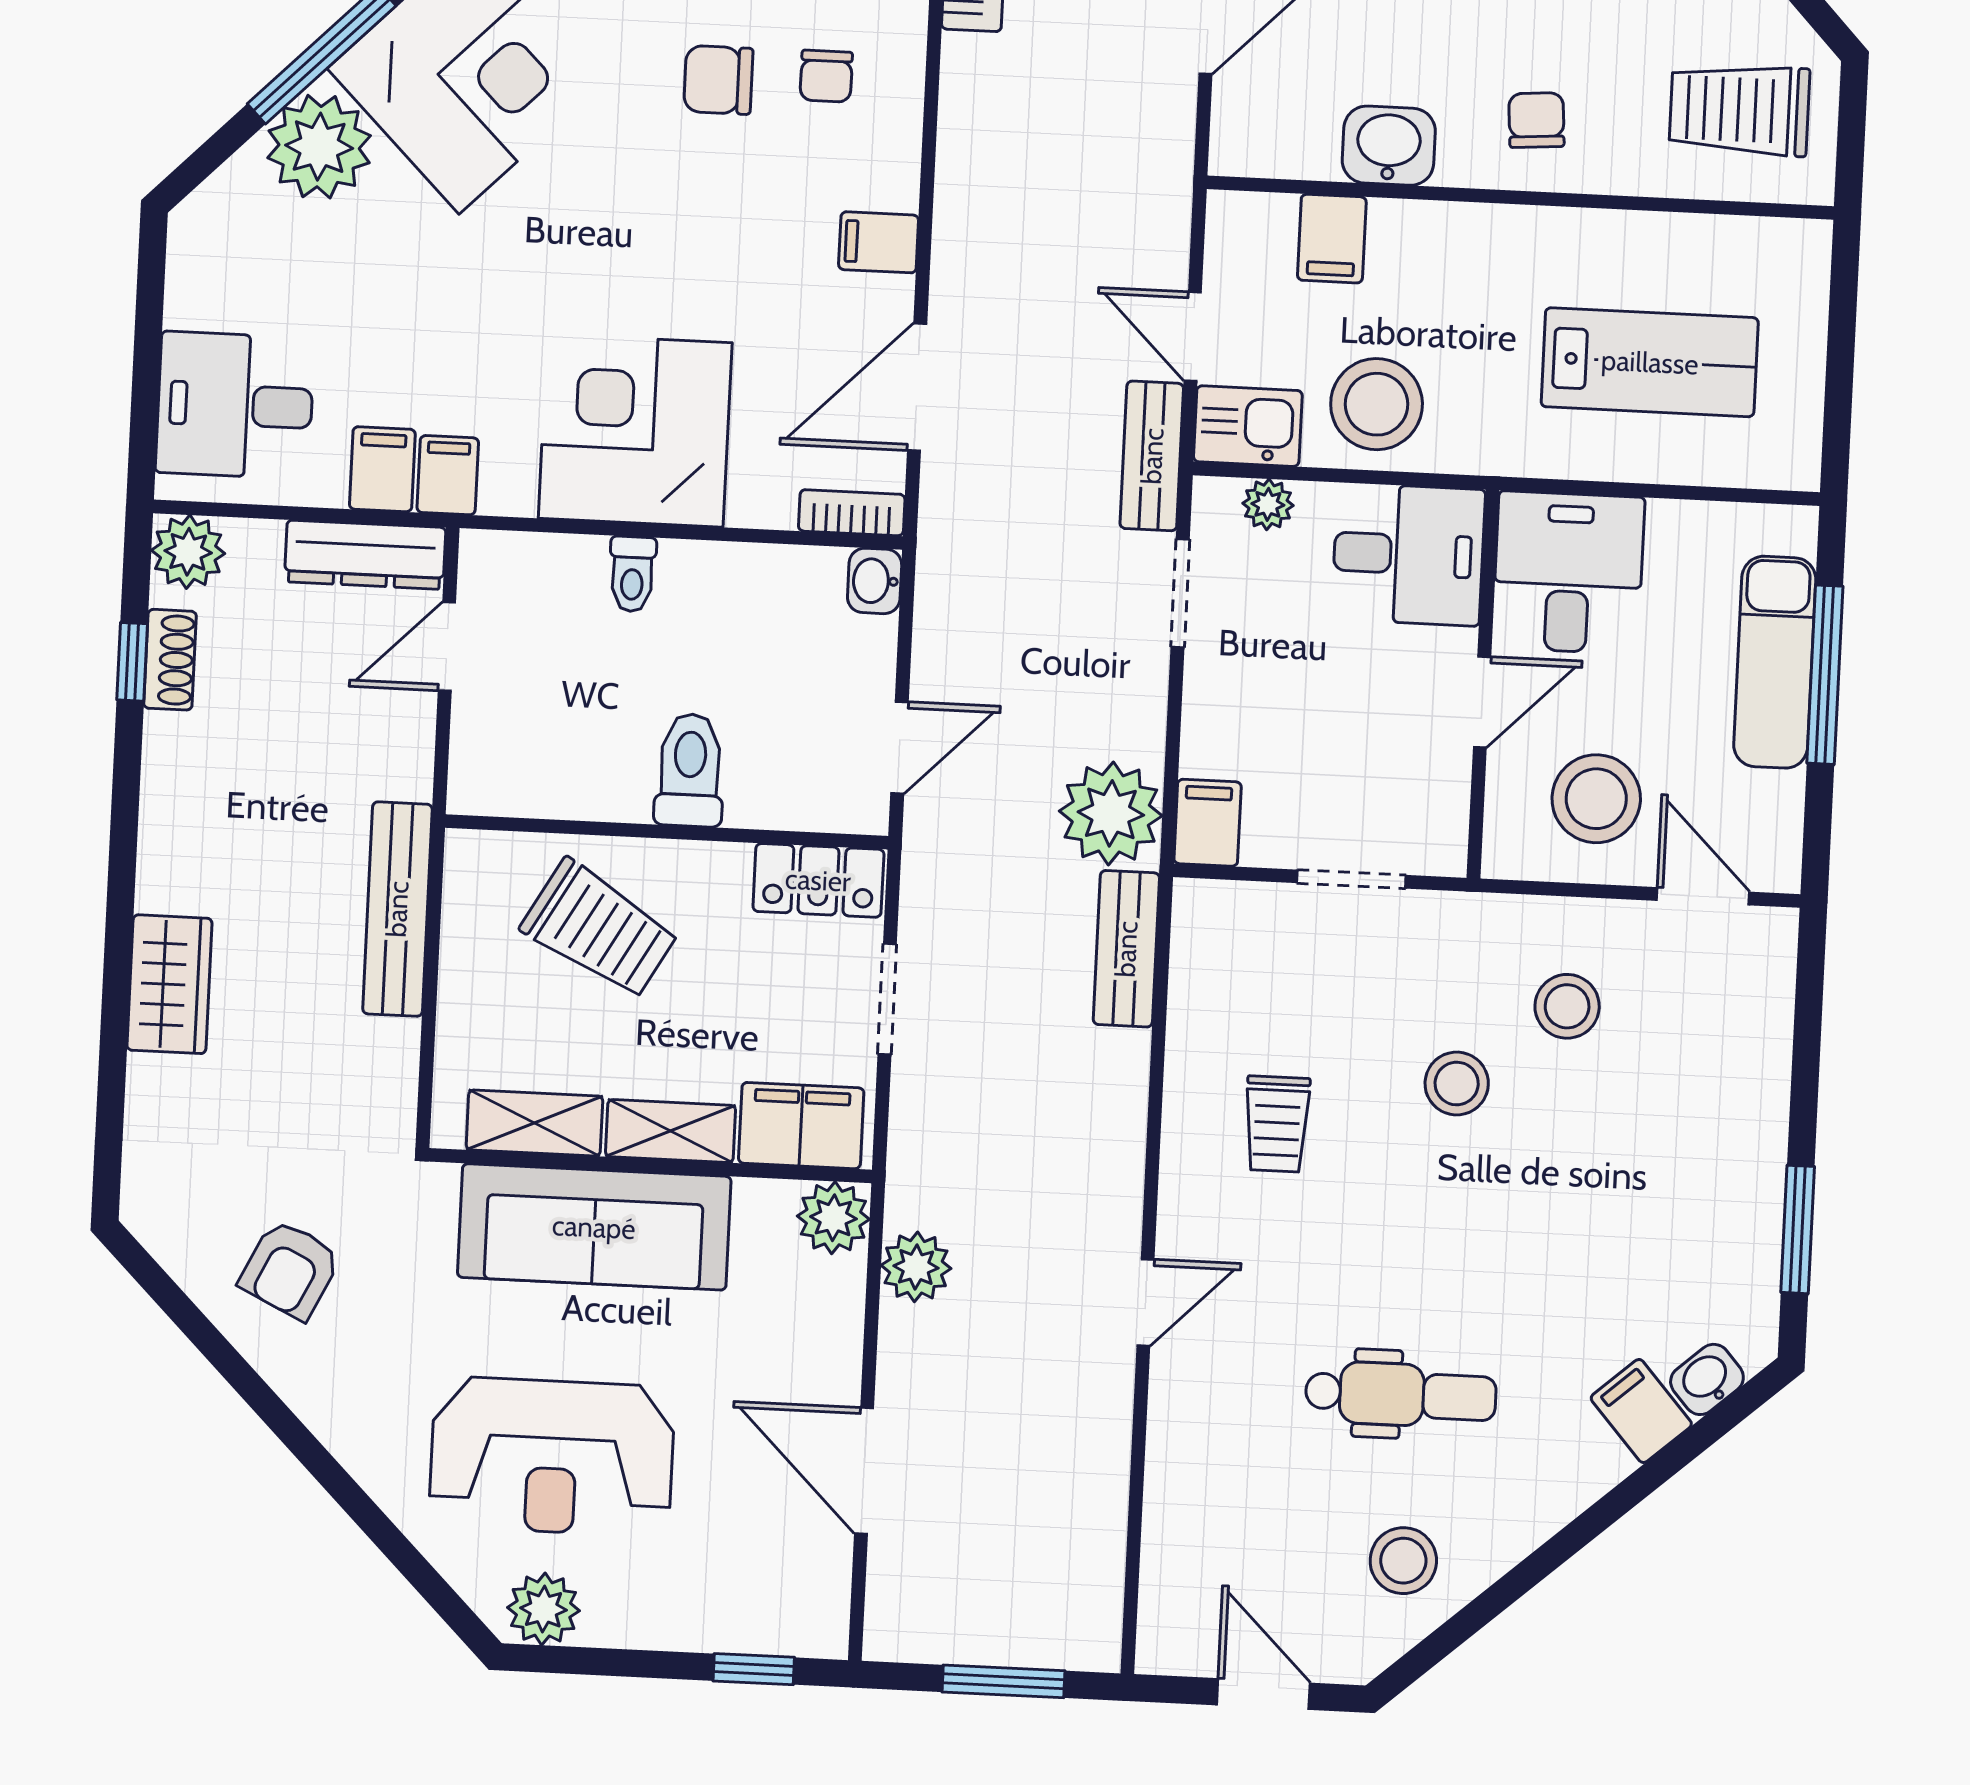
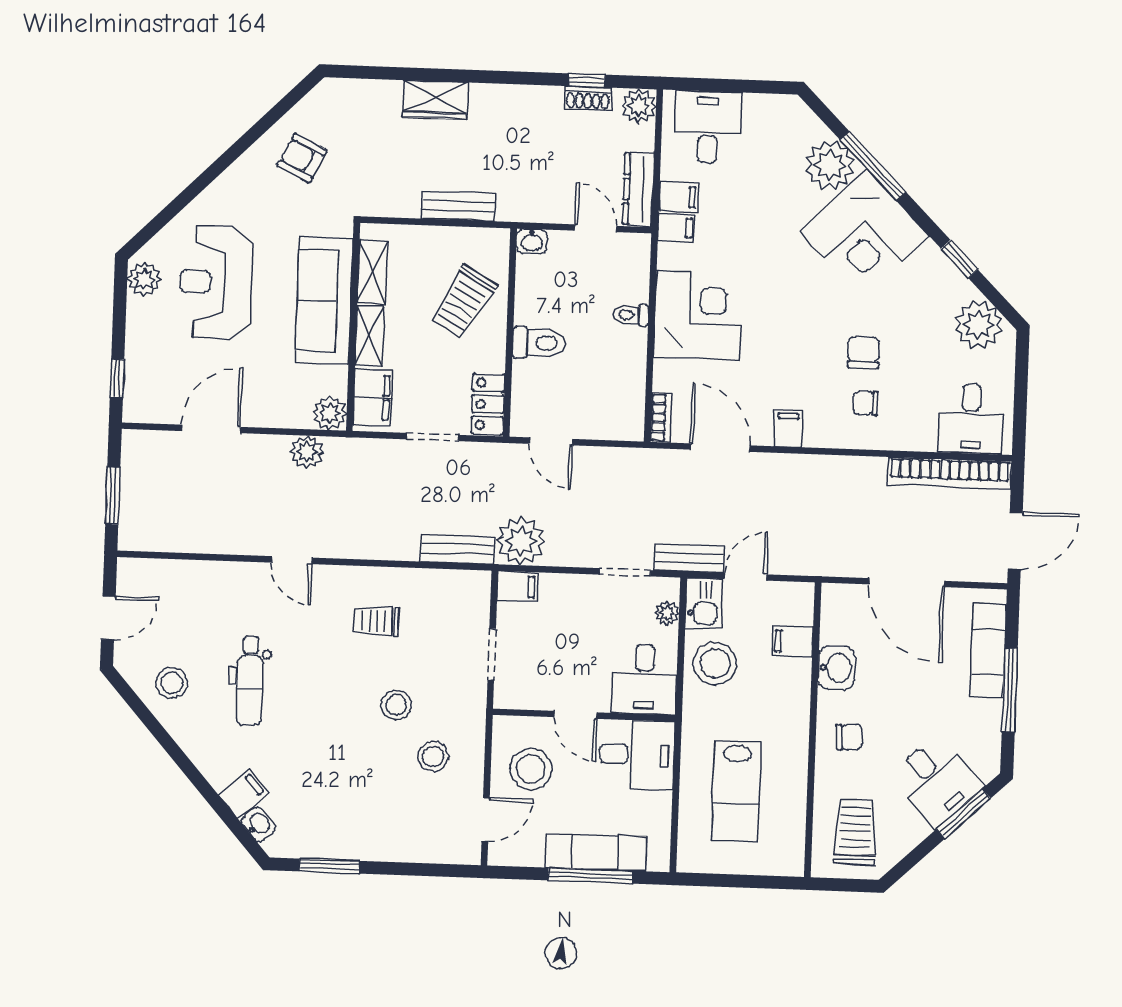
washbasin: (875, 581) -> (532, 241), moved, turned 180
bench: (397, 909) -> (459, 206), width x0.73

